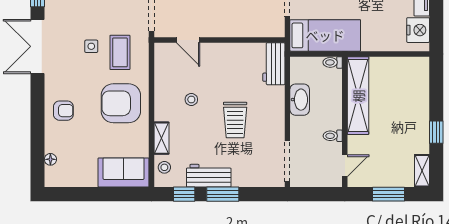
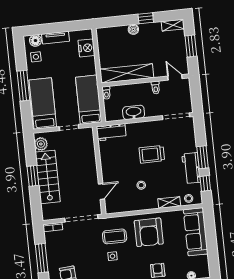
nightstand: (418, 30) -> (86, 48), moved, turned 90
boiler: (422, 112) -> (133, 29), added
trolley: (235, 120) -> (152, 154), turned 180
sofa: (124, 172) -> (196, 232), width x1.36

